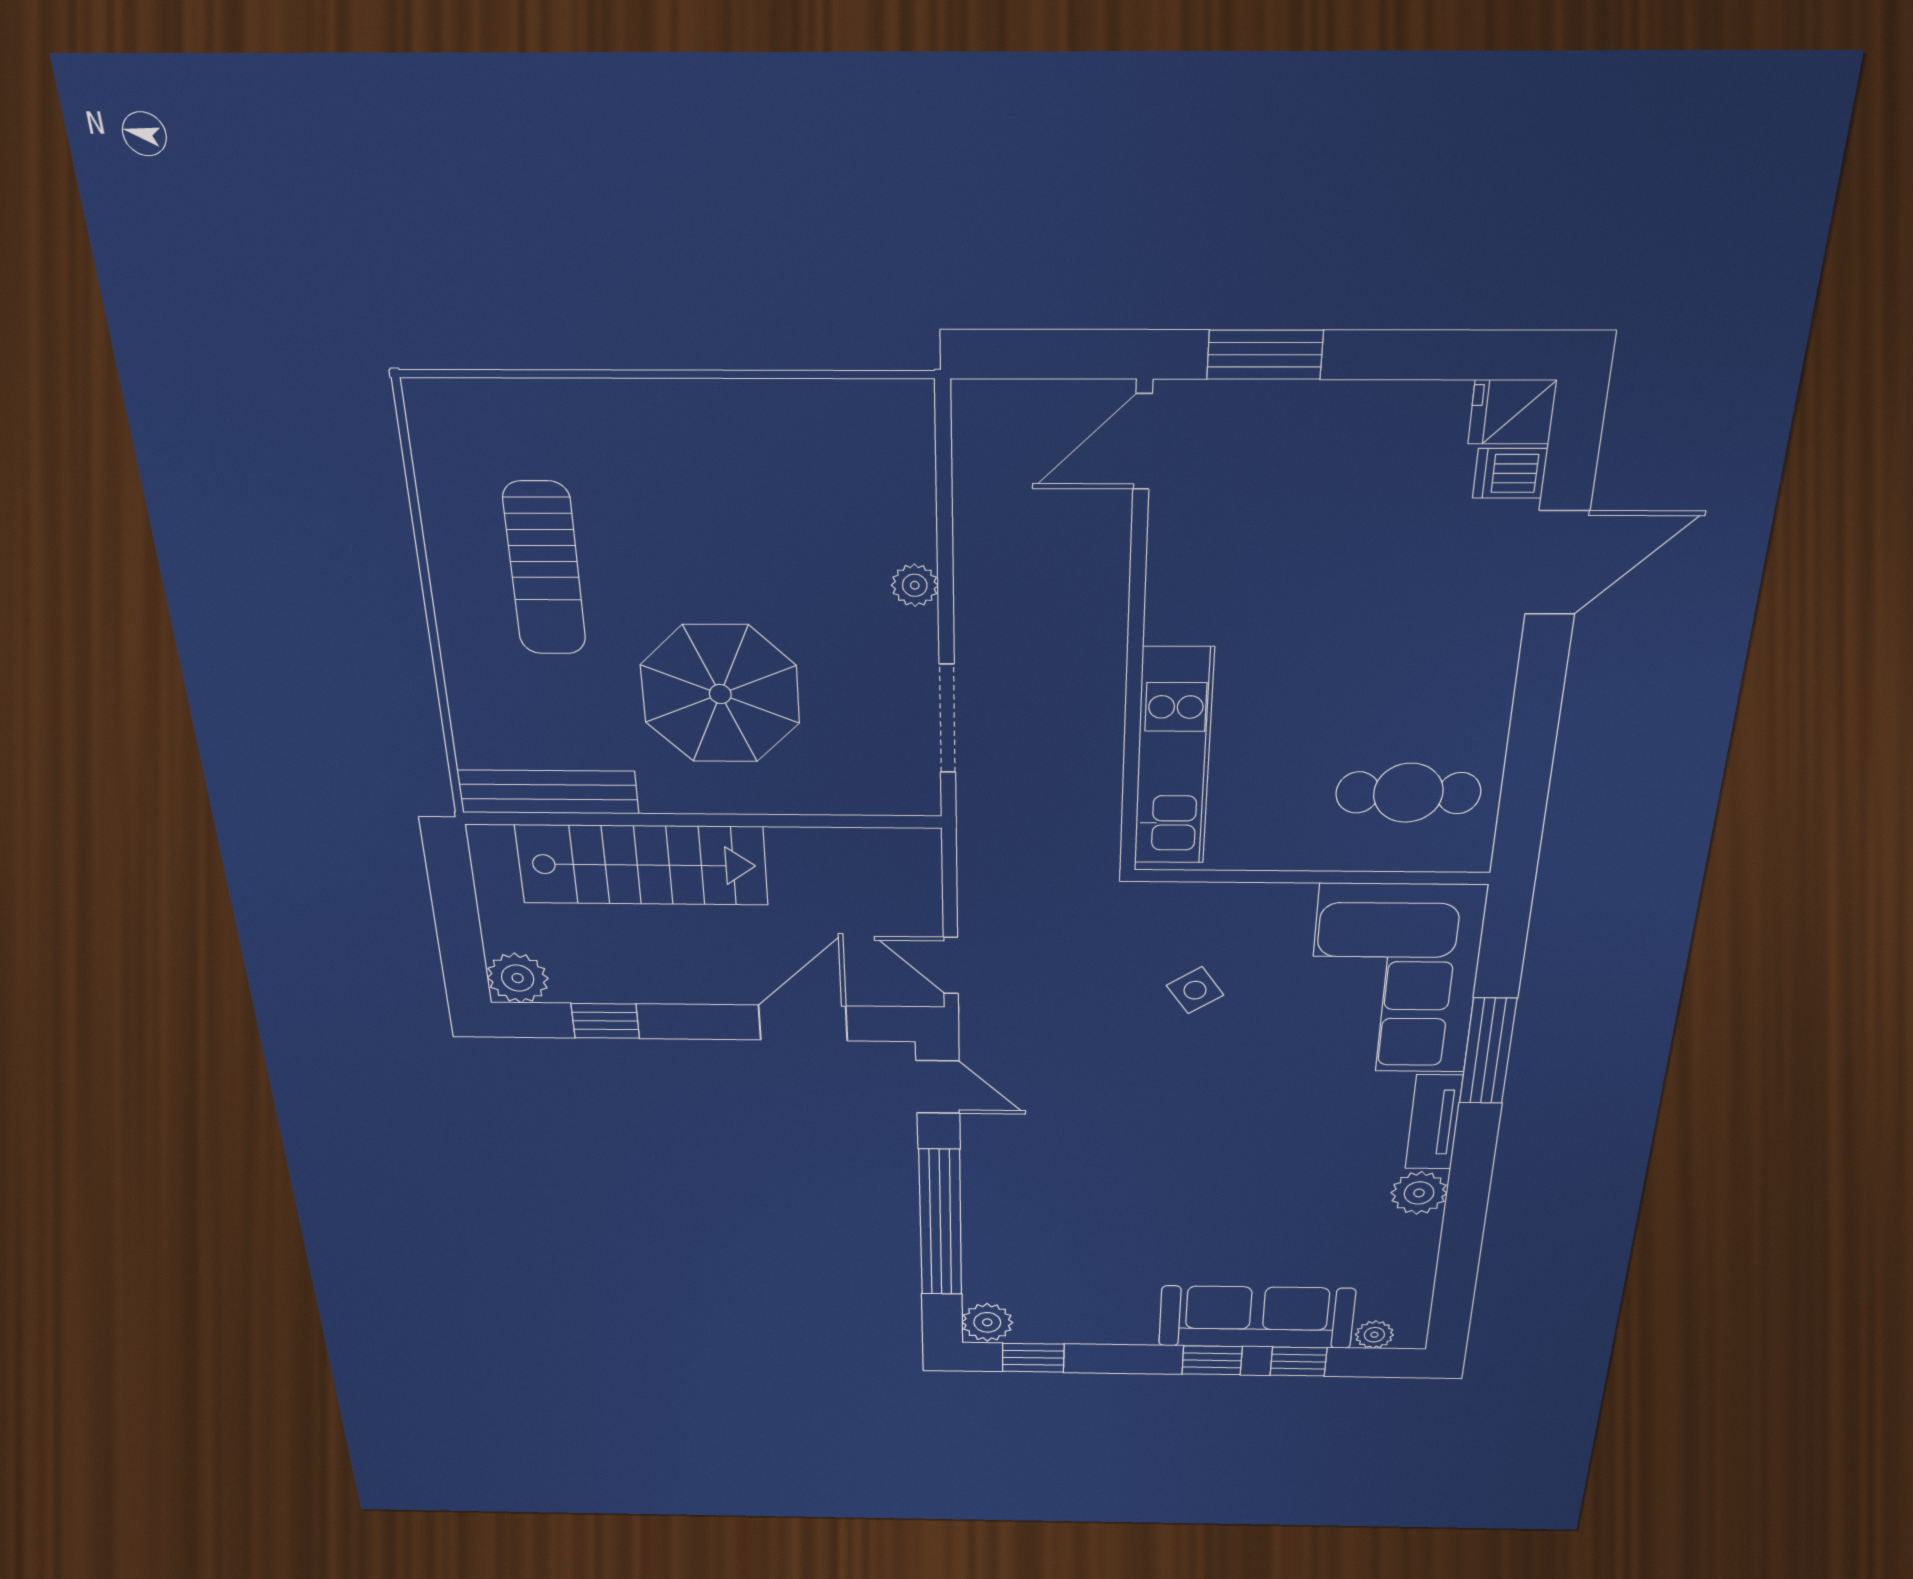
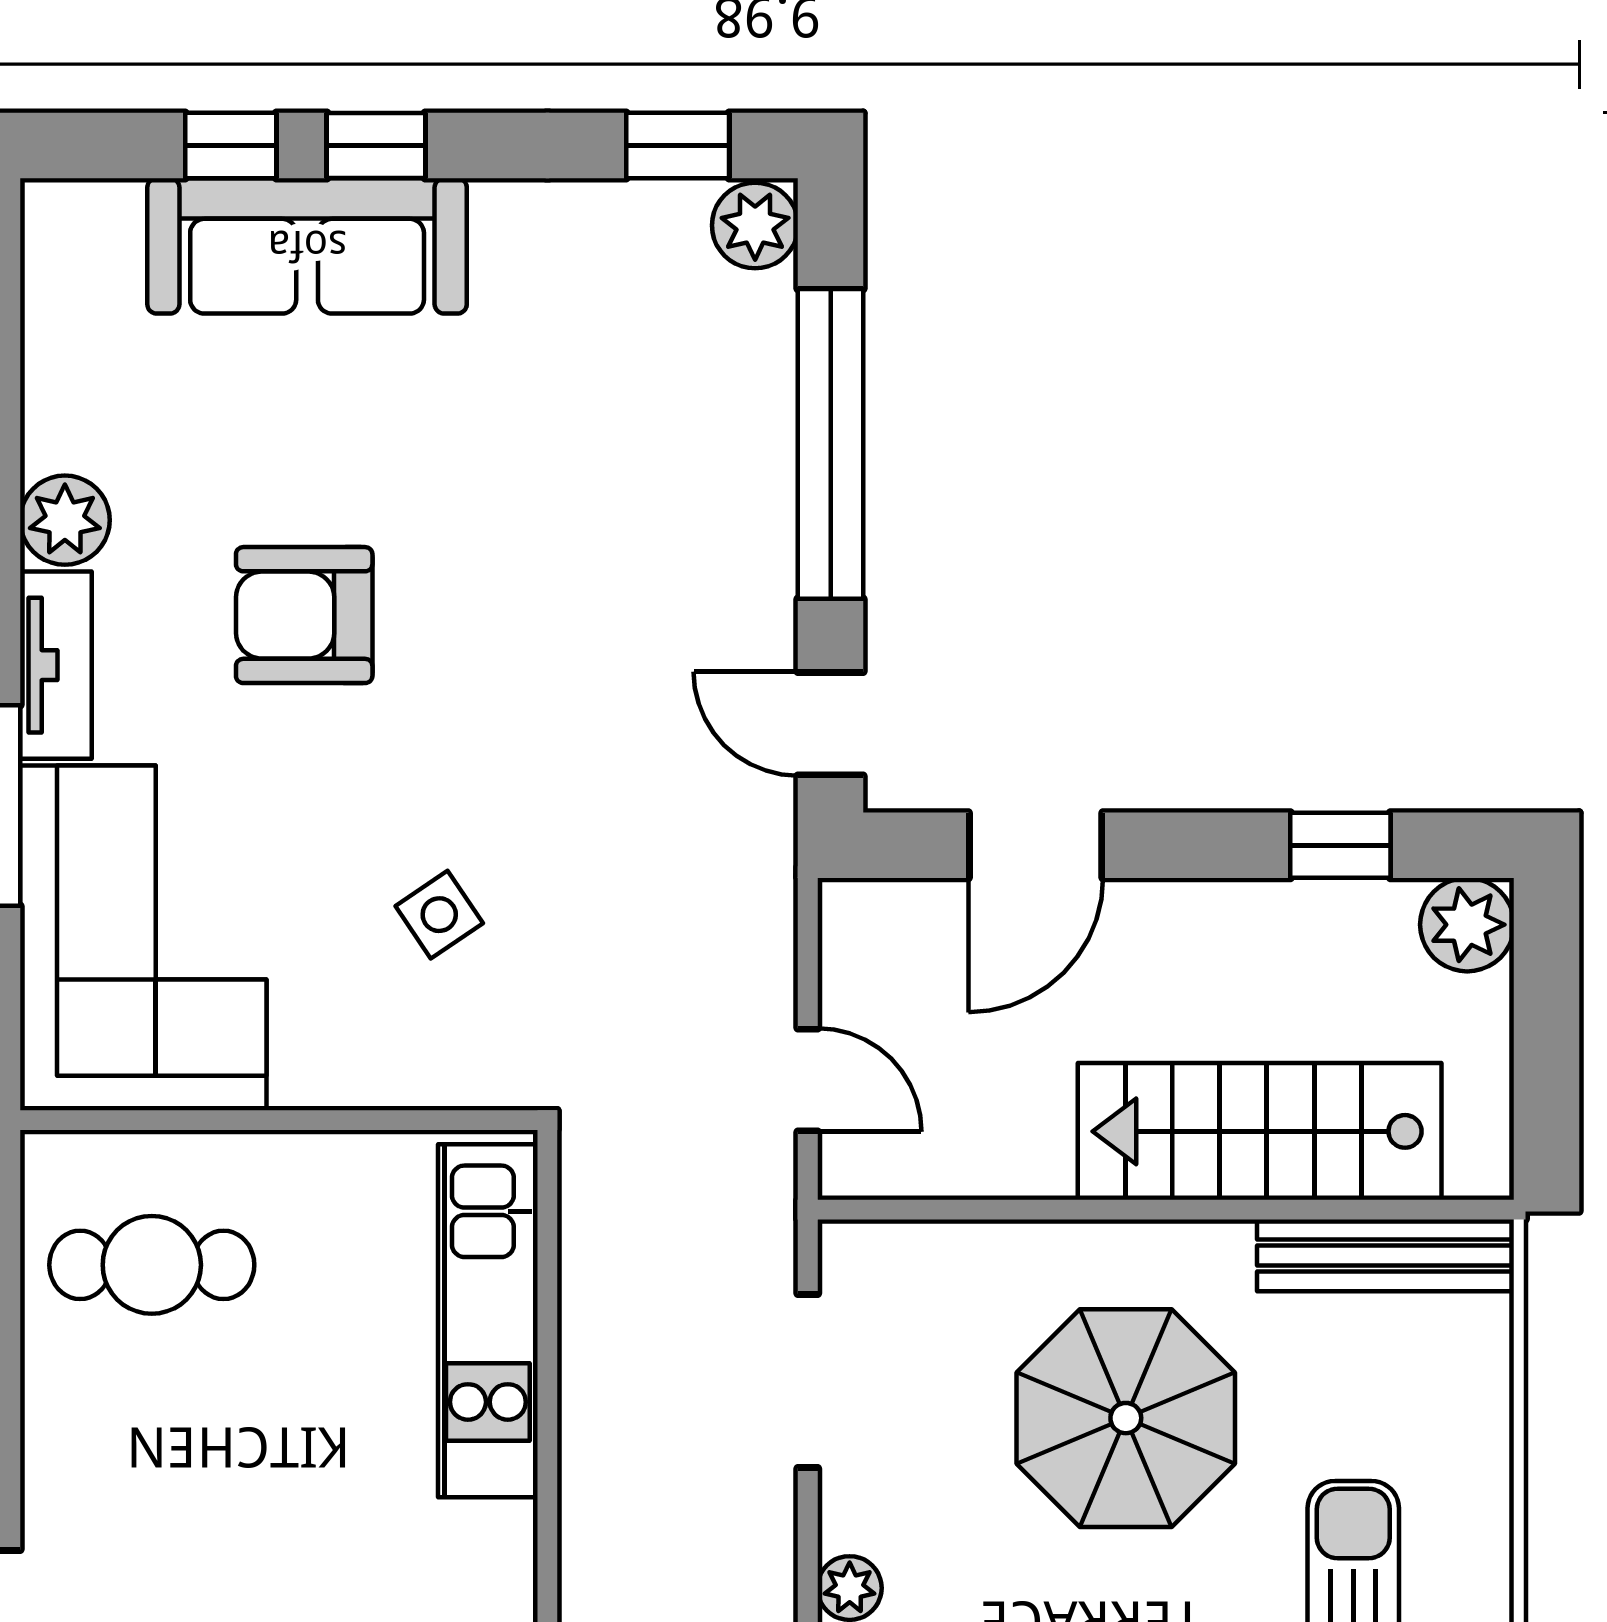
door: (951, 965) -> (808, 1080), moved
armchair: (1272, 1145) -> (304, 615), added
plant: (1374, 1335) -> (109, 210), removed

